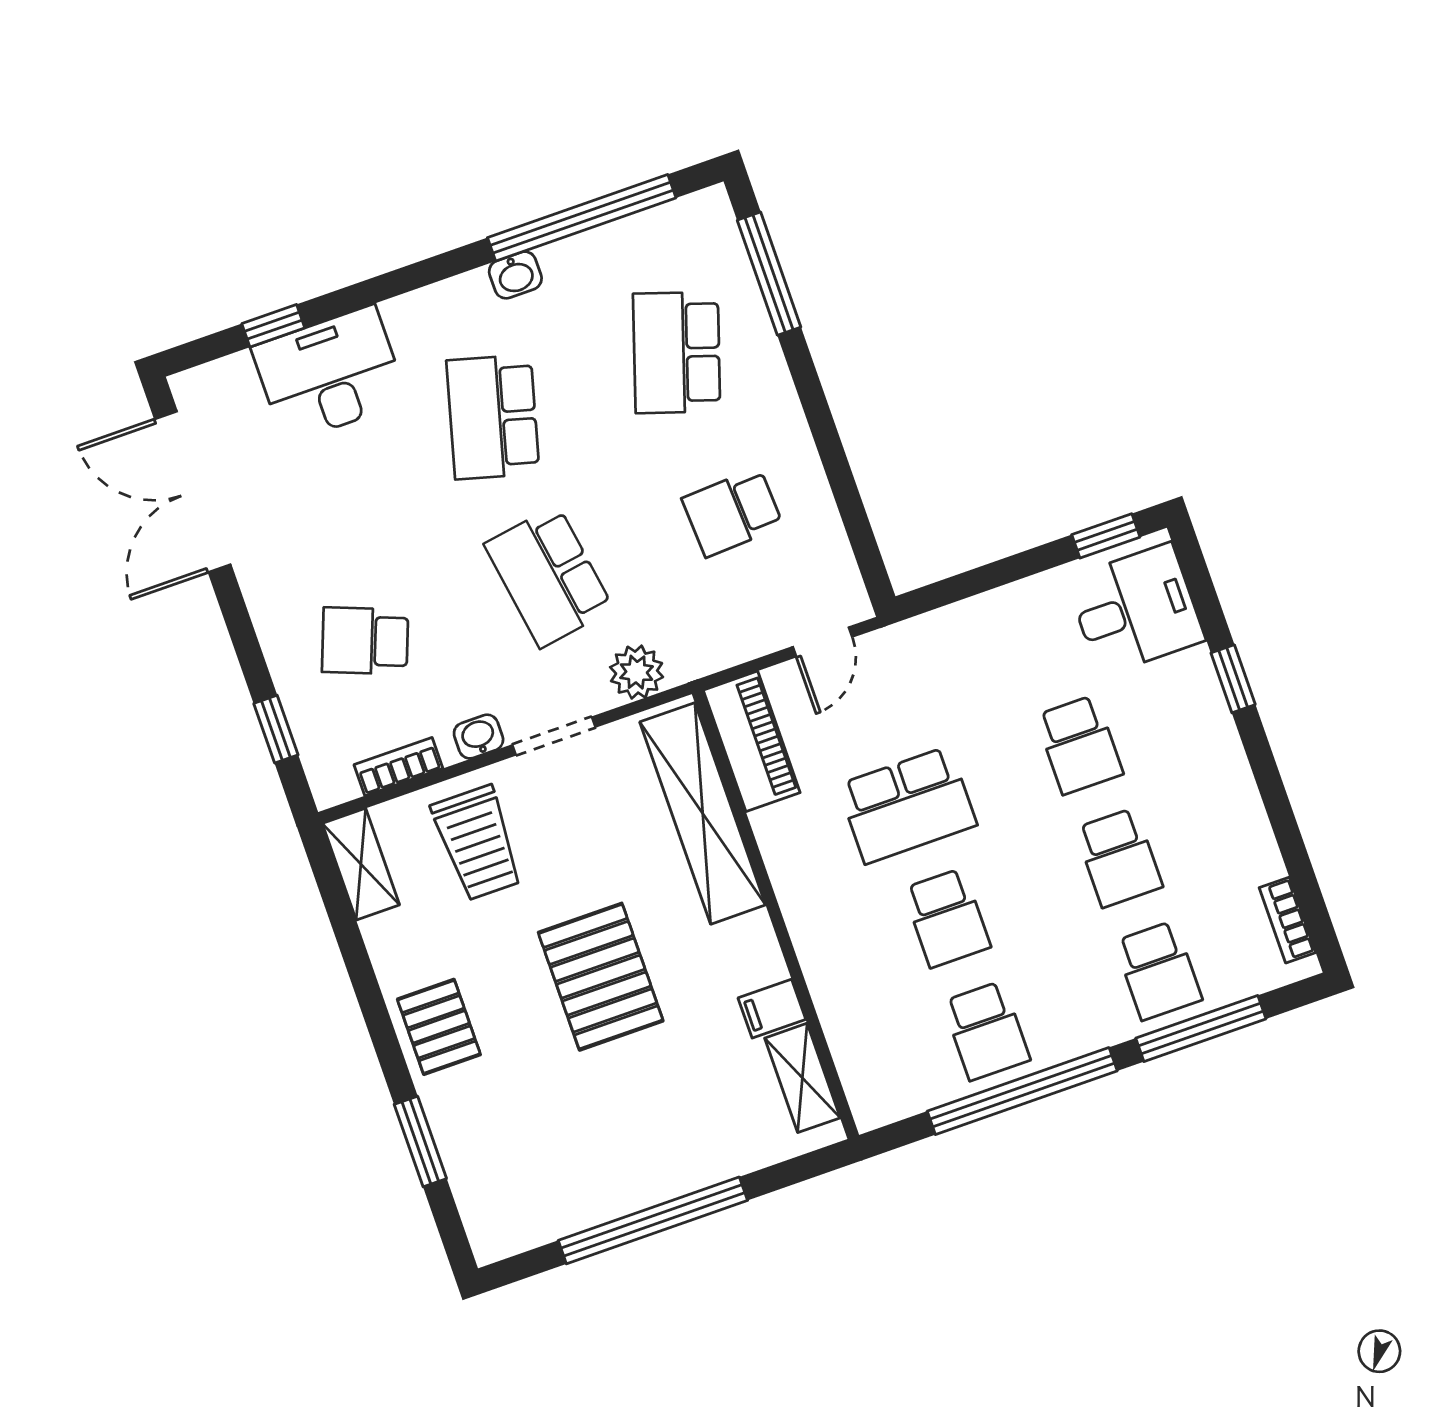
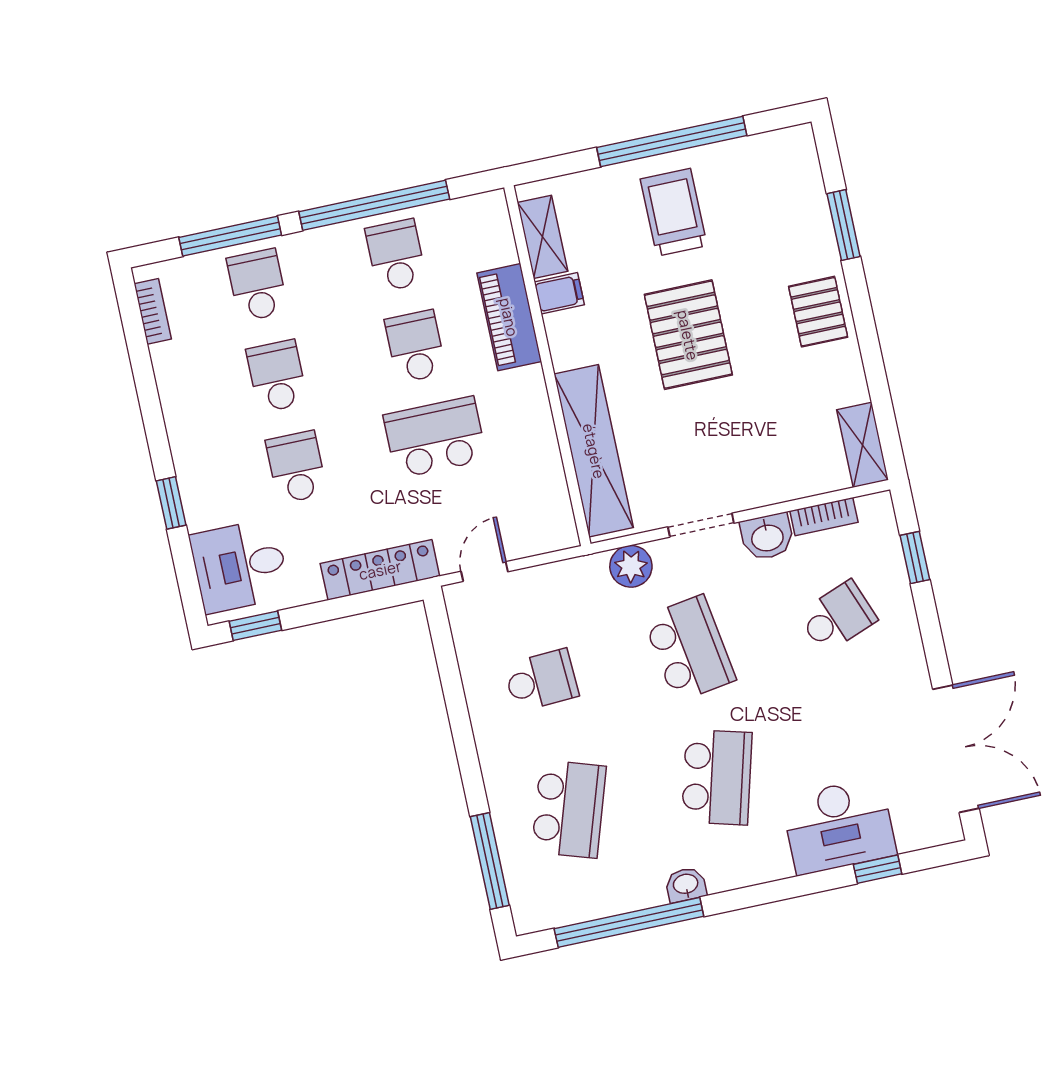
locker: (956, 627) -> (380, 570), added
school desk: (365, 641) -> (837, 617), turned -42
washbasin: (479, 737) -> (767, 537), width x1.38, depth x1.45
piano: (752, 741) -> (509, 317), moved
trolley: (477, 843) -> (674, 212), moved

